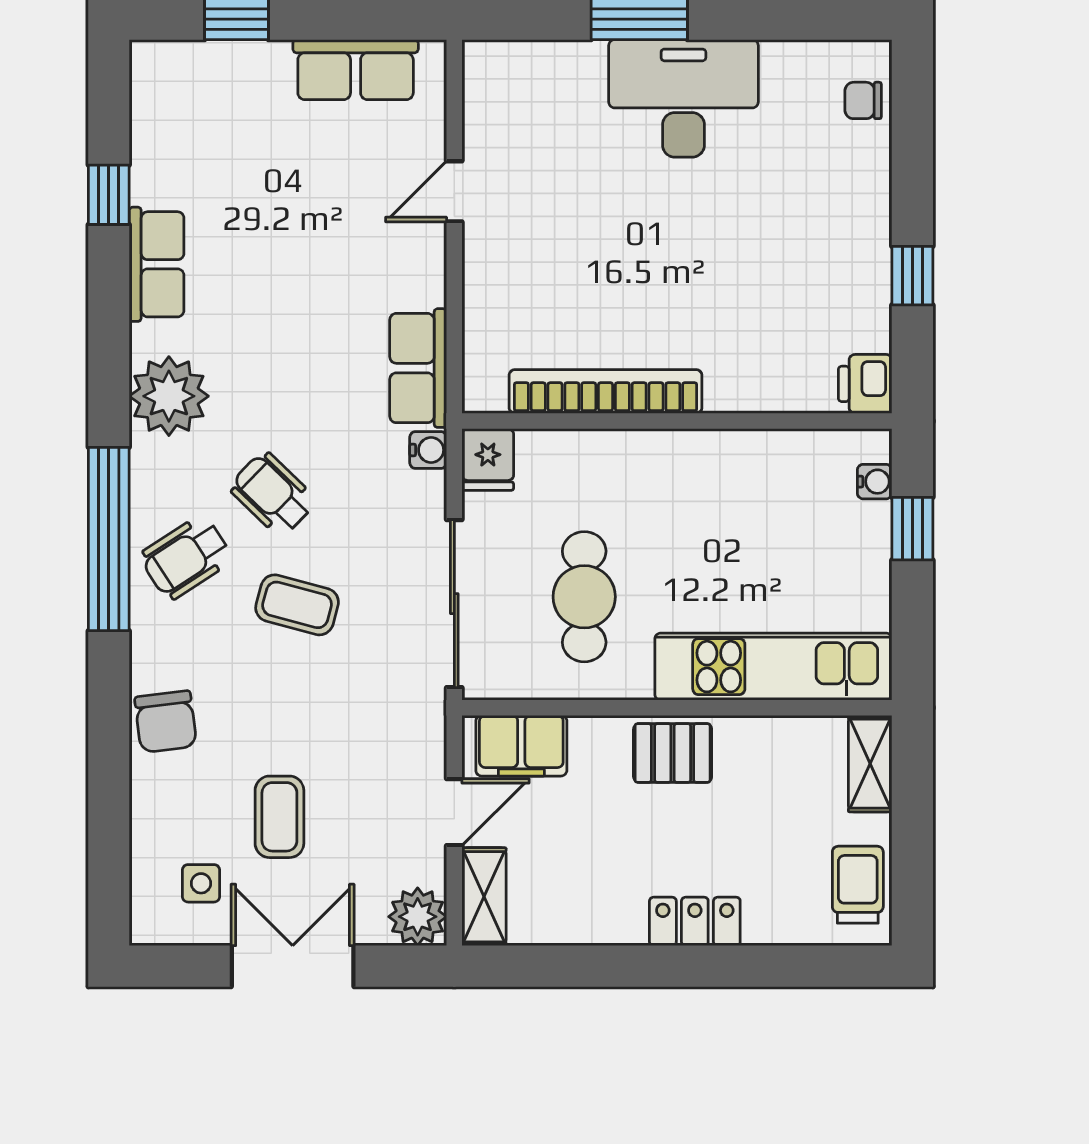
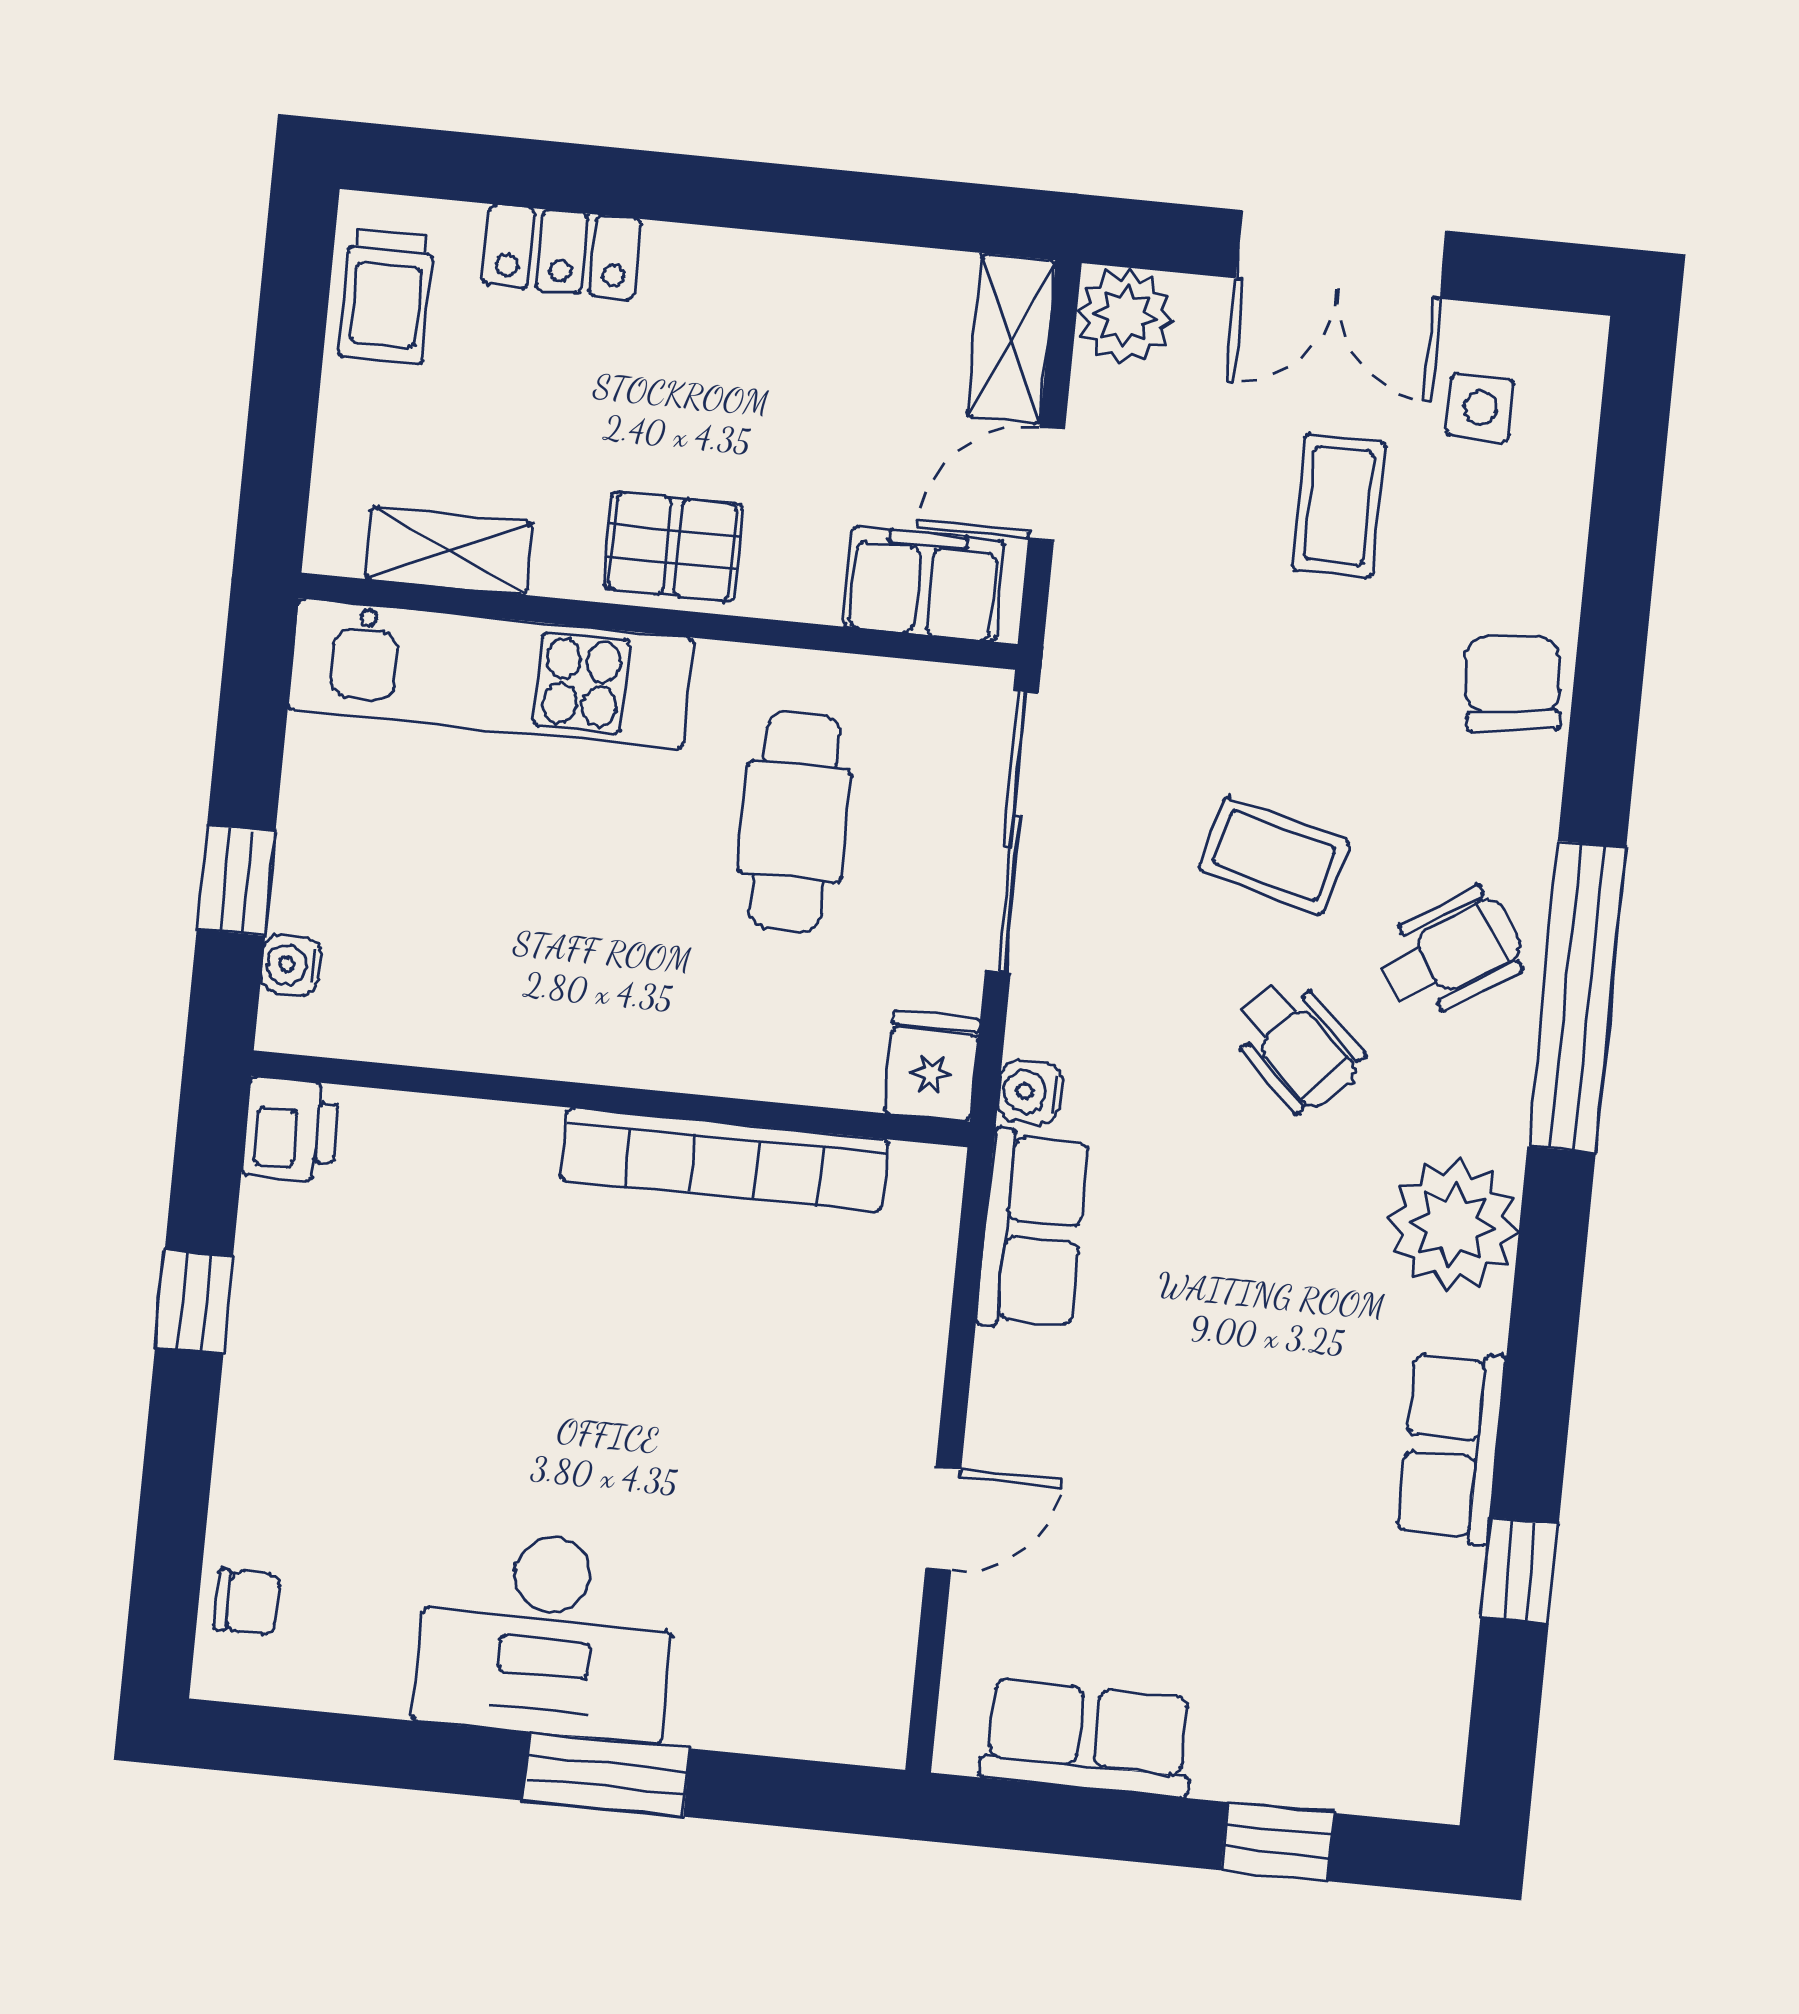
shelving: (870, 764) -> (449, 551), moved, turned 90
locker: (695, 921) -> (562, 252), moved

